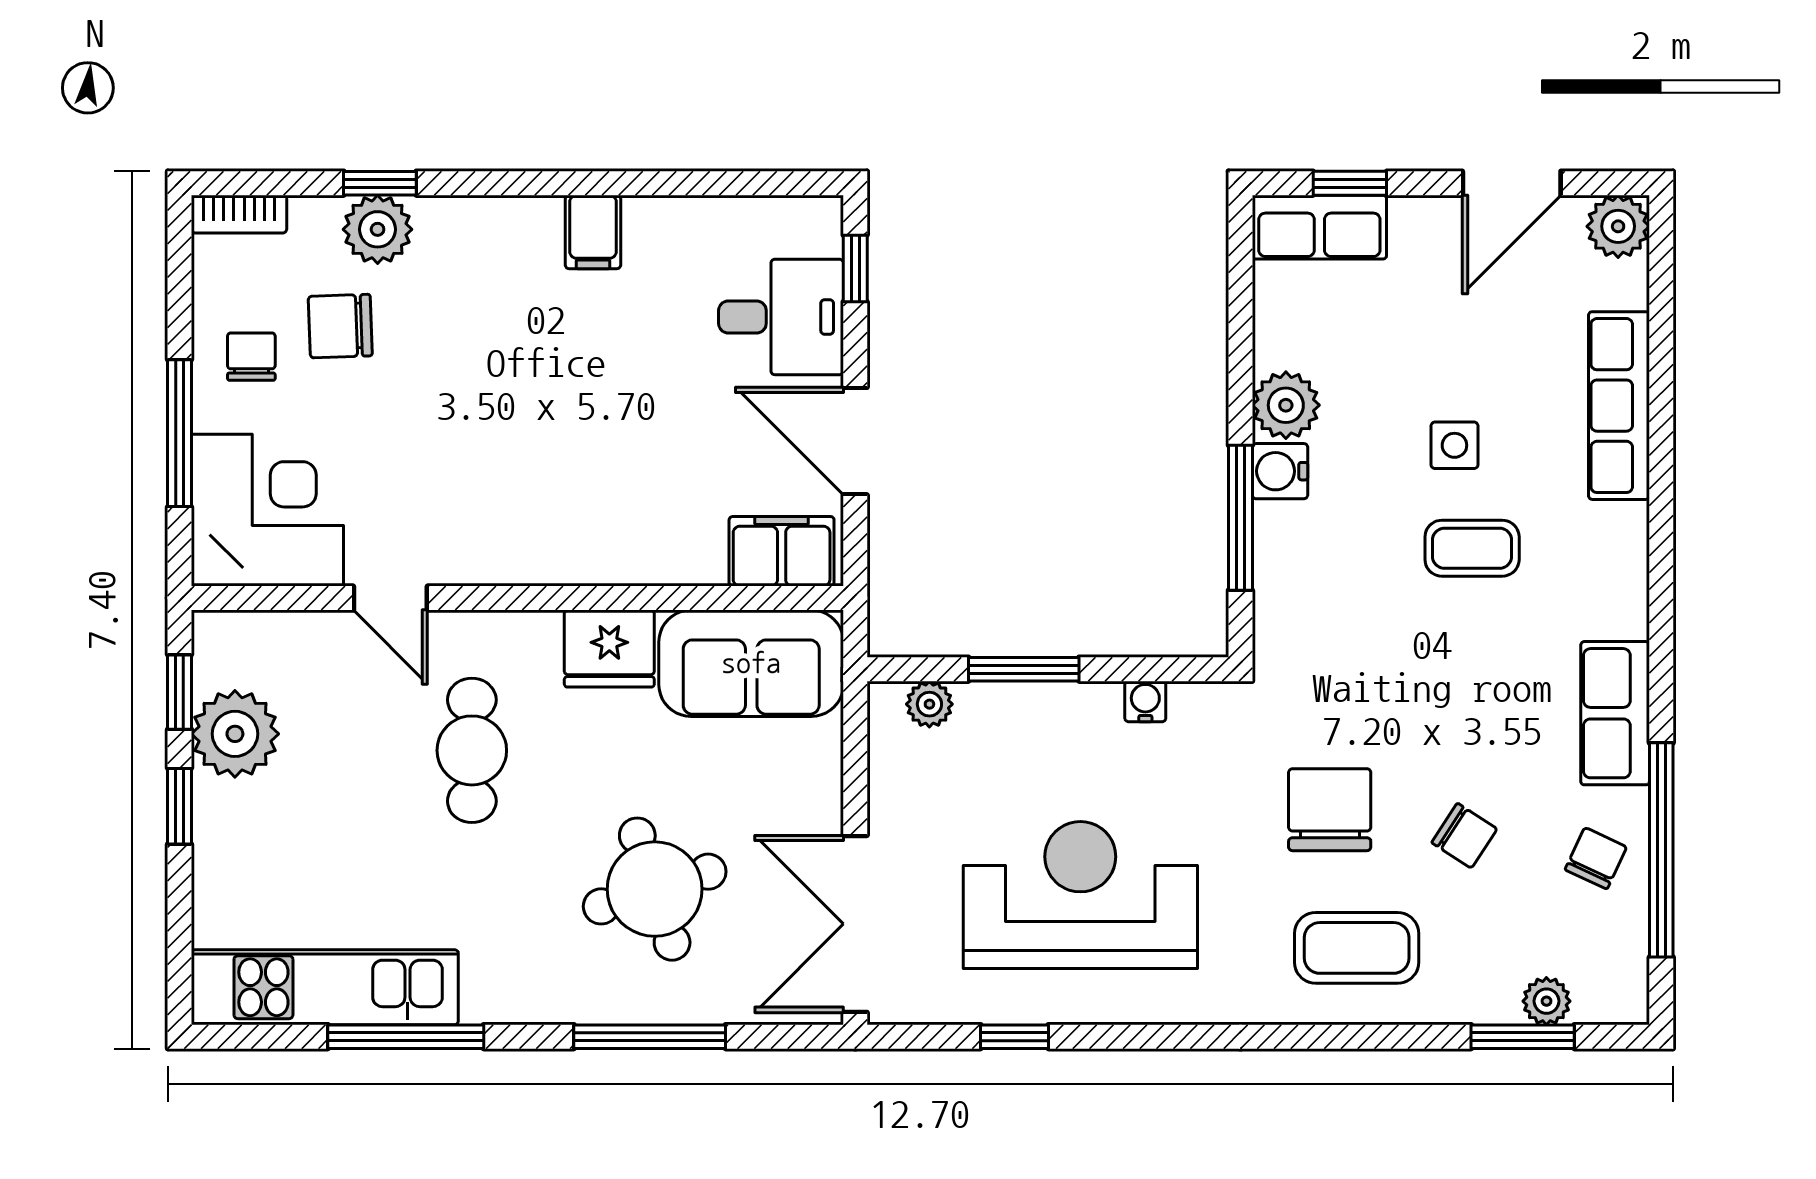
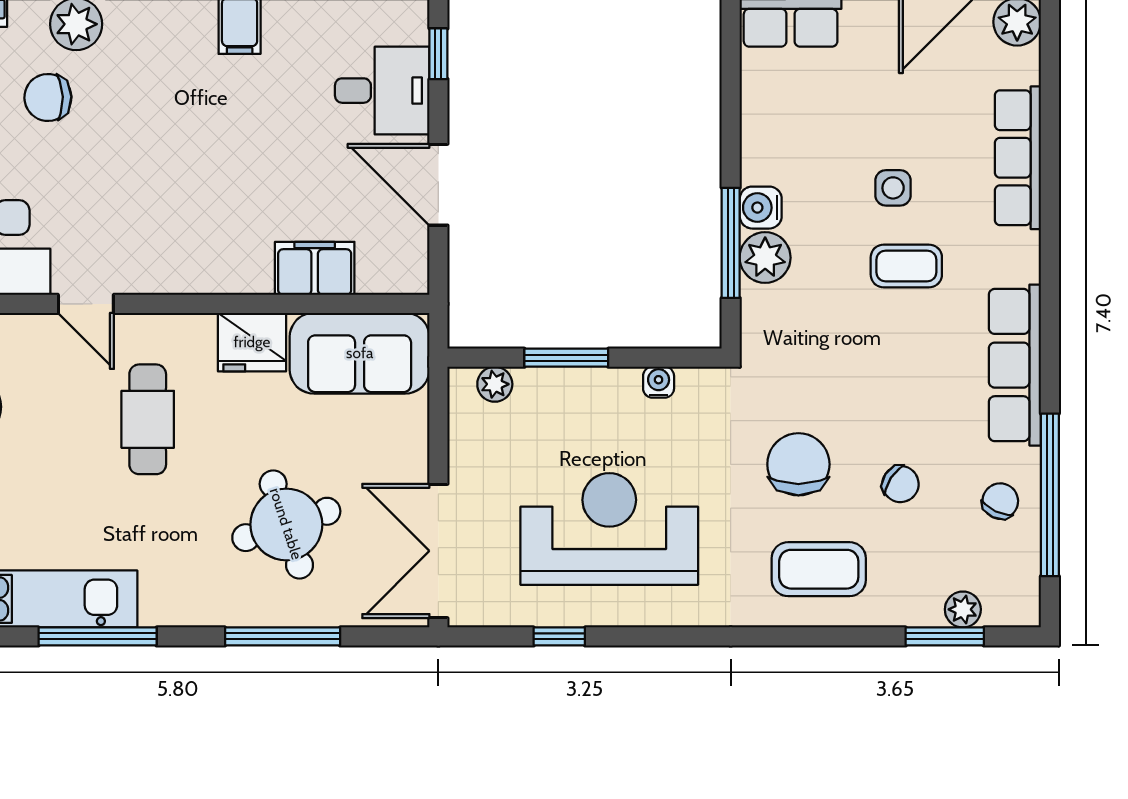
plant: (1286, 405) -> (765, 258), moved
filing cabinet: (782, 551) -> (315, 268), moved
row of seats: (1615, 713) -> (1015, 365), width x1.48

